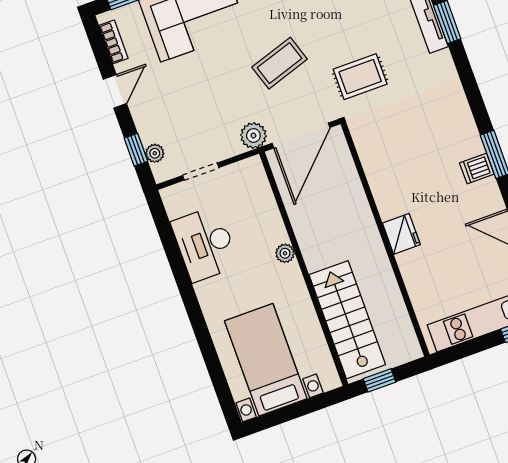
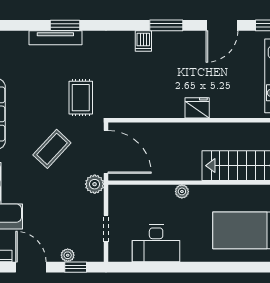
coffee table: (280, 63) -> (52, 149), turned 61
door: (115, 91) -> (31, 267), width x1.37
plant: (155, 153) -> (68, 255), moved
dishwasher: (477, 168) -> (143, 41), moved

